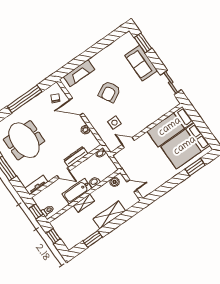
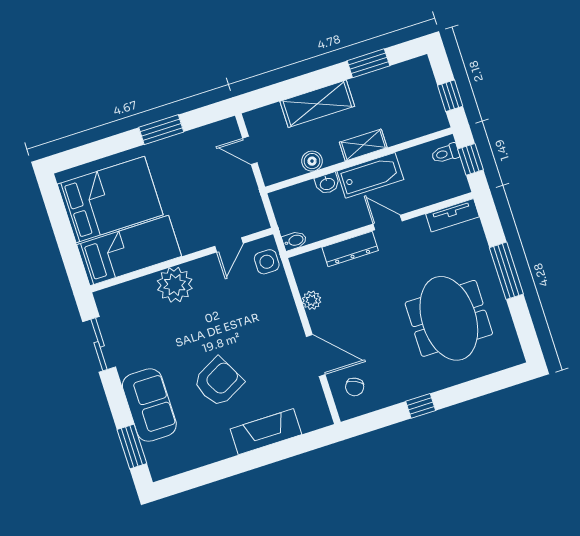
fireplace: (79, 73) -> (266, 432), moved
armchair: (109, 92) -> (218, 382), moved
window: (24, 99) -> (421, 406), width x0.32
plant: (146, 118) -> (175, 285), added
side table: (114, 123) -> (267, 262), moved
door: (128, 142) -> (229, 245), hinge flipped
window: (195, 167) -> (161, 130), moved
boiler: (115, 182) -> (312, 161), moved

